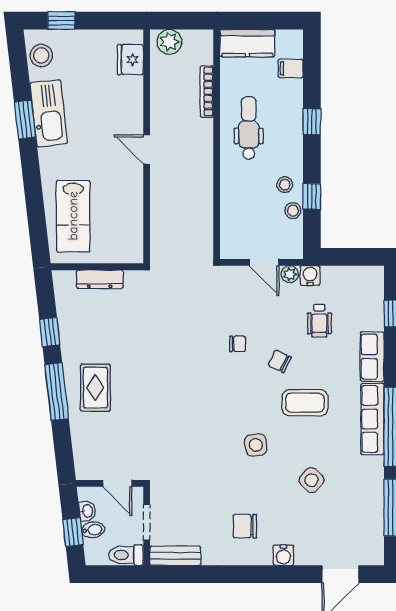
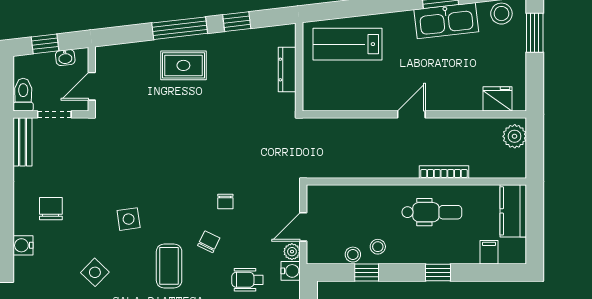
window: (61, 21) -> (535, 33), width x1.50
bookcase: (207, 91) -> (444, 172), moved
bidet: (93, 530) -> (47, 63), removed

